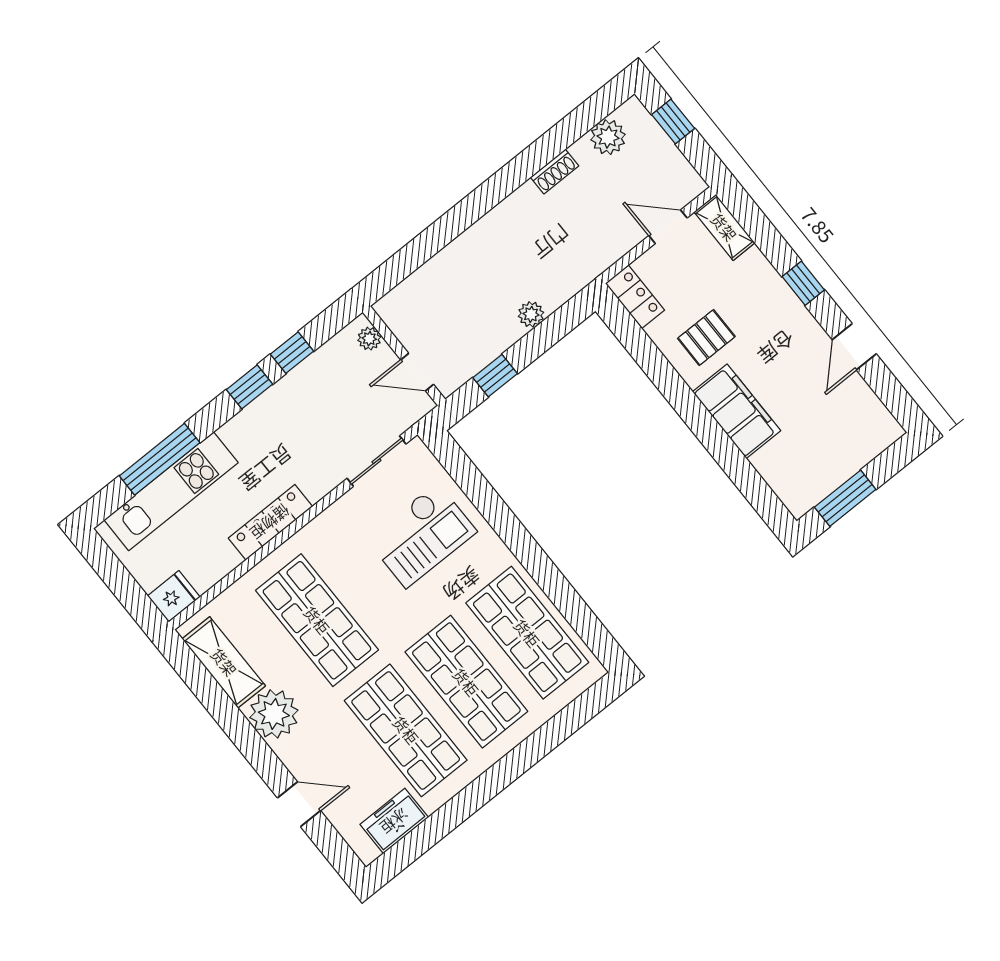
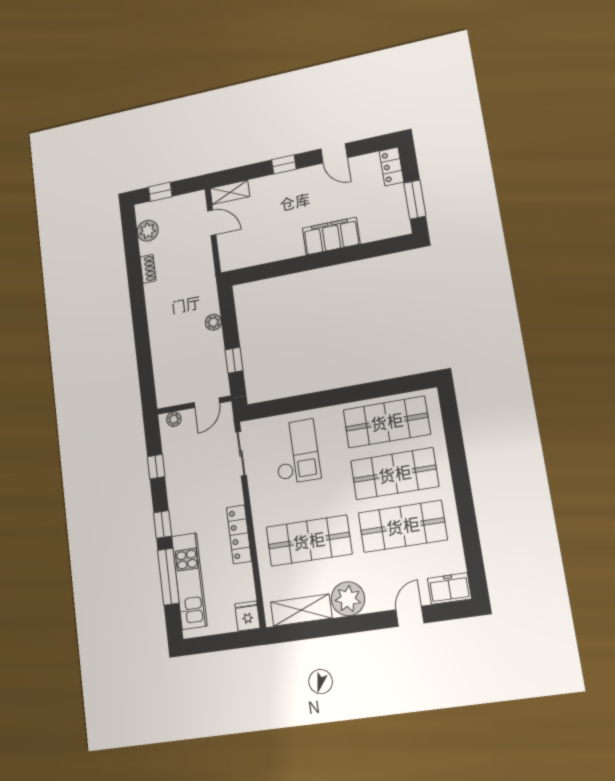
door: (668, 227) -> (212, 223), swing flipped
locker: (635, 297) -> (391, 167), moved, turned -90
pallet: (706, 337) -> (282, 232), removed
window: (249, 387) -> (163, 524), moved
freezer: (394, 821) -> (449, 589), moved, turned 90

